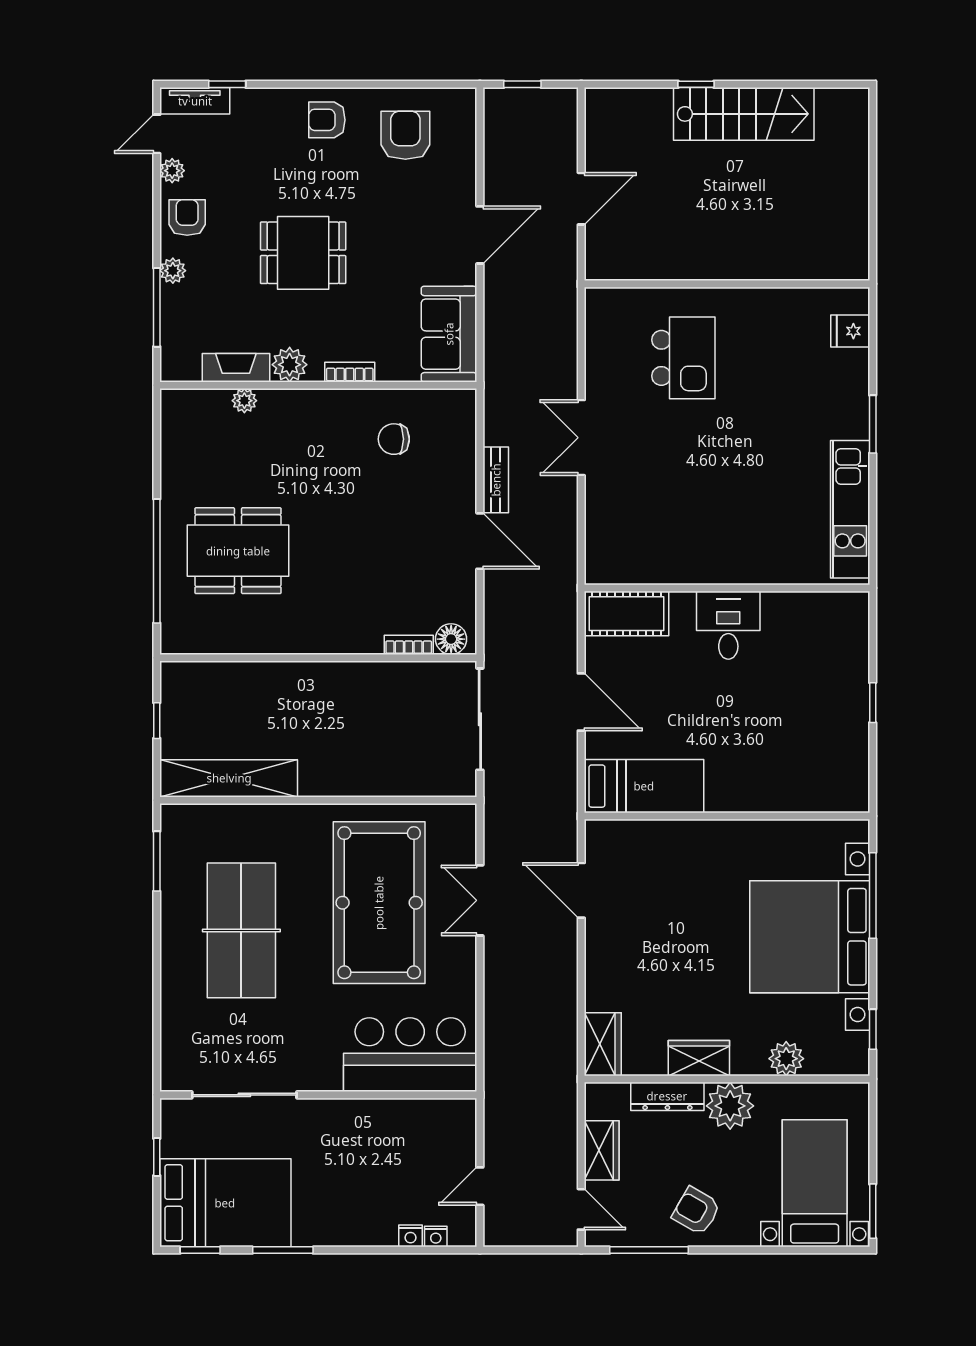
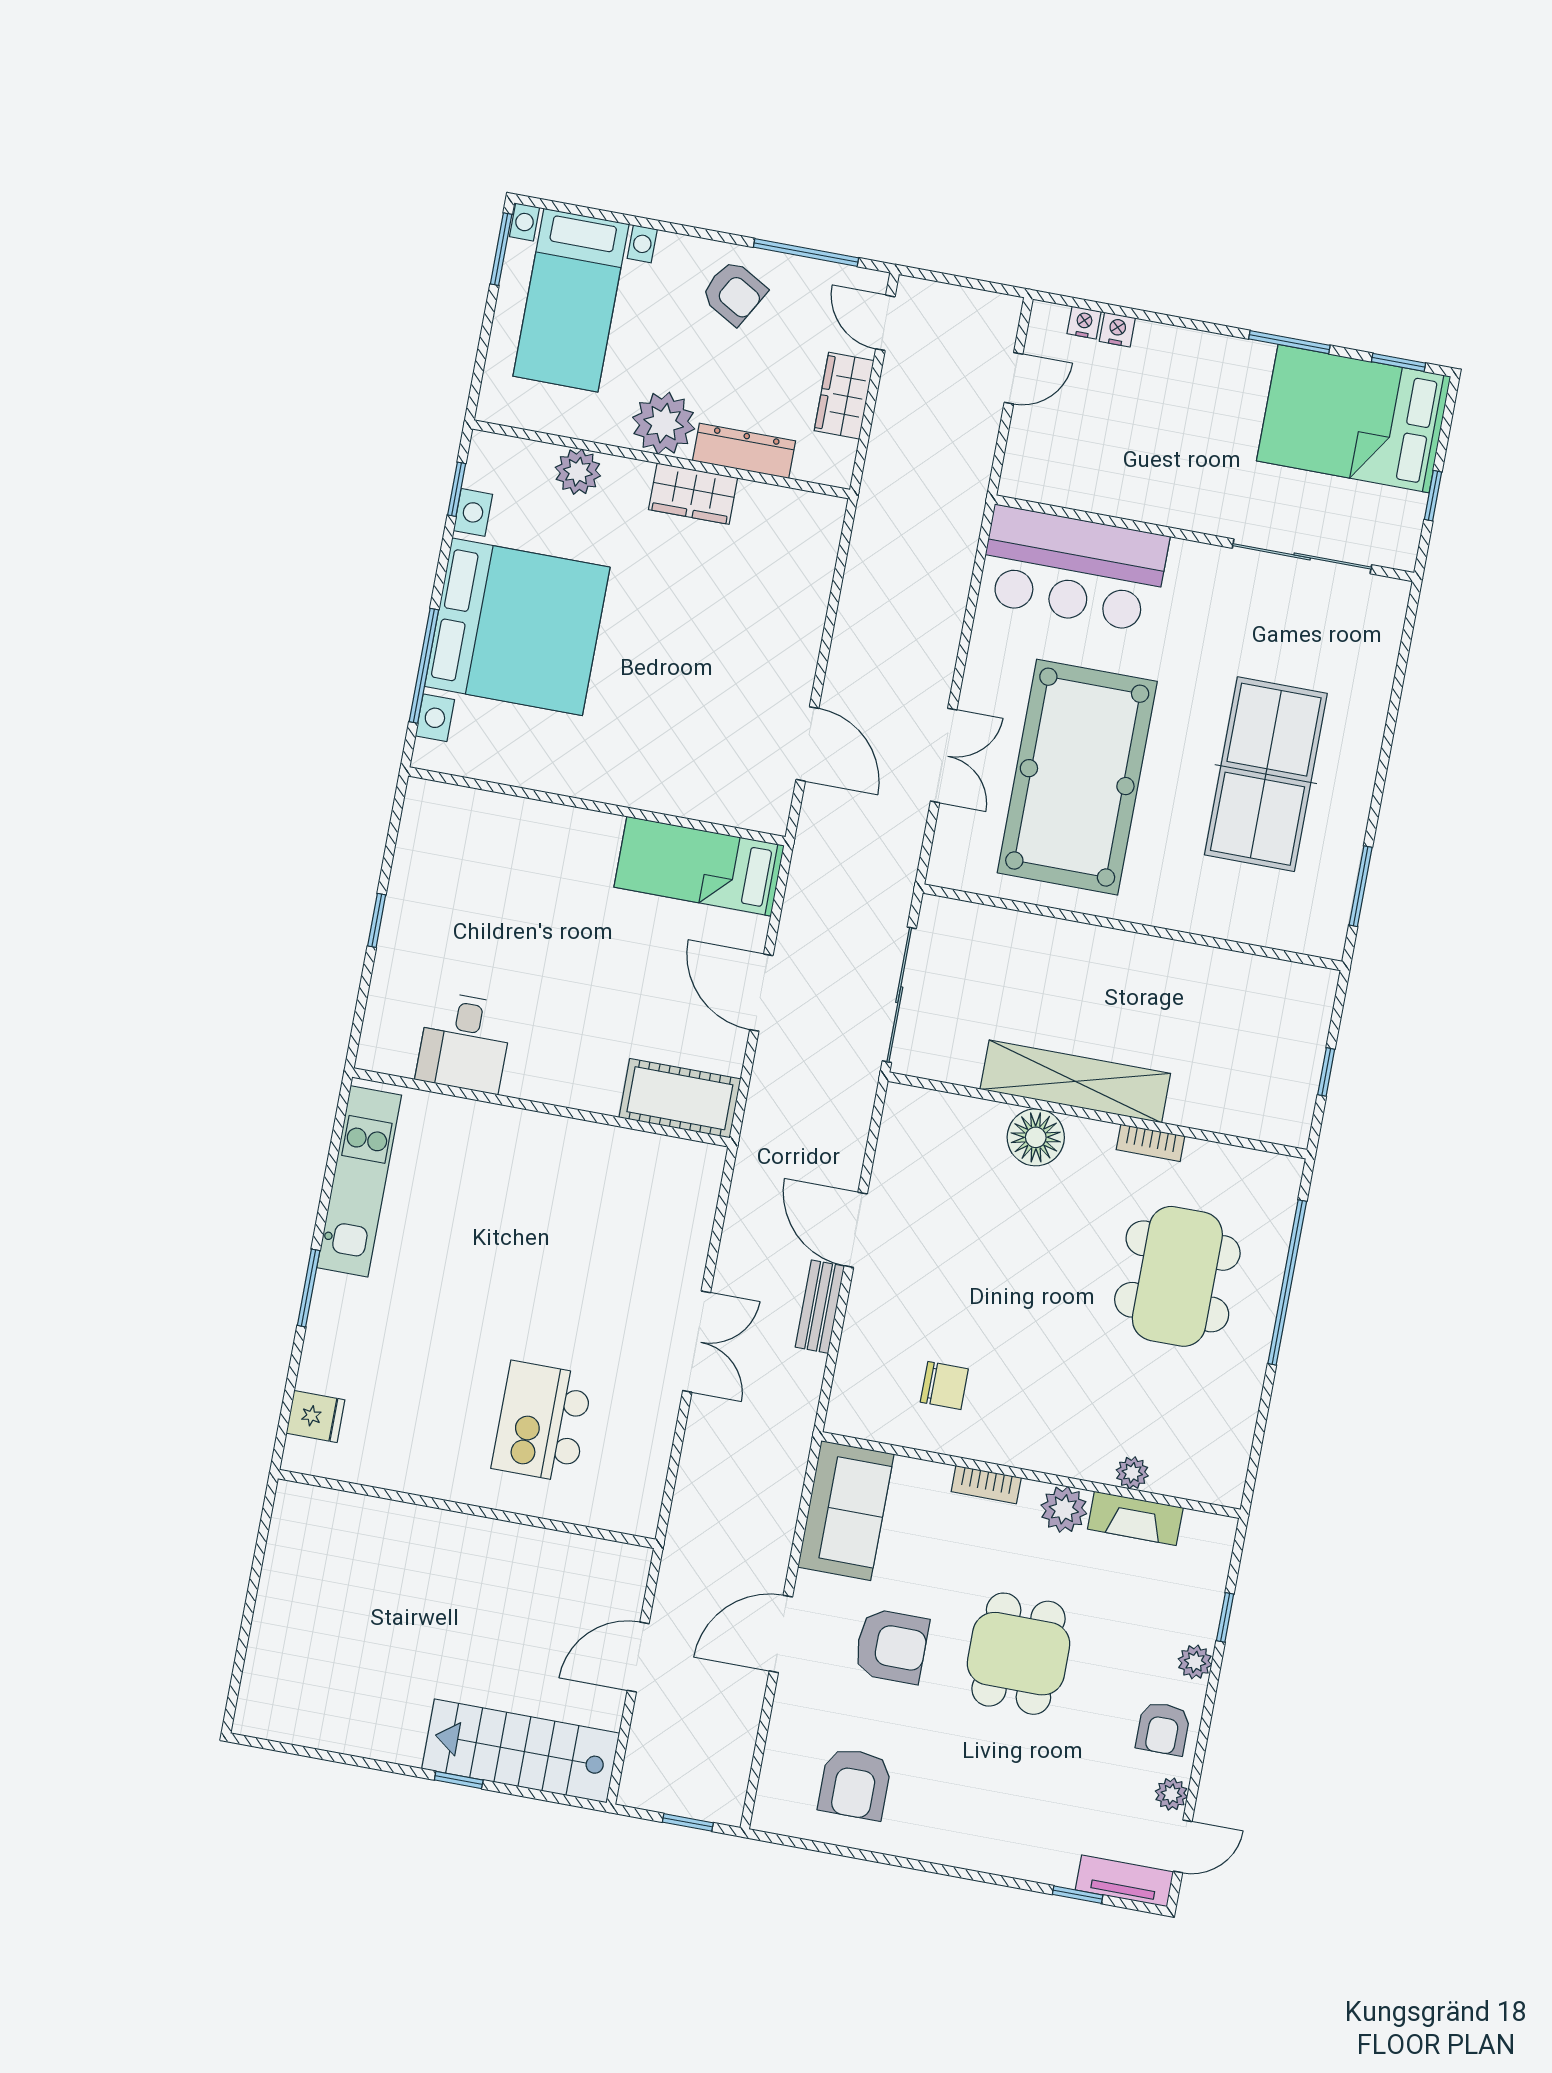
stairs: (744, 114) -> (521, 1751), moved
armchair: (327, 120) -> (891, 1646), moved, width x1.38, depth x1.38
dining table: (303, 253) -> (1018, 1654), turned 90
window: (157, 307) -> (1225, 1617), width x0.46
dining table: (238, 551) -> (1177, 1276), turned 90
desk: (728, 625) -> (465, 1042), moved
floor lamp: (451, 639) -> (1036, 1137), moved, width x1.38, depth x1.38
bookcase: (409, 645) -> (1151, 1143), moved
shelving: (229, 778) -> (1075, 1081), moved
wardrobe: (603, 1044) -> (817, 536), removed

